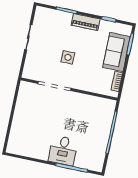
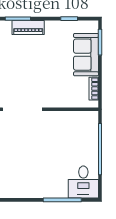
piano: (86, 22) -> (28, 27), moved
side table: (68, 57) -> (31, 73), removed
desk: (63, 150) -> (83, 182), moved

